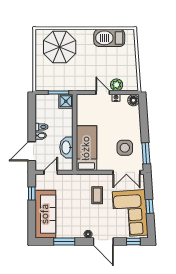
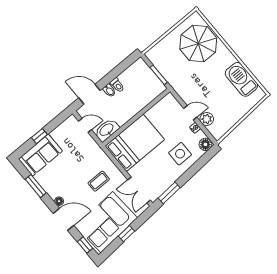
door: (103, 92) -> (190, 113), hinge flipped
shower: (66, 101) -> (157, 87), removed
washbasin: (66, 147) -> (107, 130), moved
bed: (86, 148) -> (135, 143), width x1.50
side table: (125, 148) -> (180, 154), moved
window: (32, 193) -> (39, 136), moved
sofa: (45, 214) -> (40, 155), width x0.73
door: (103, 242) -> (64, 219), swing flipped

